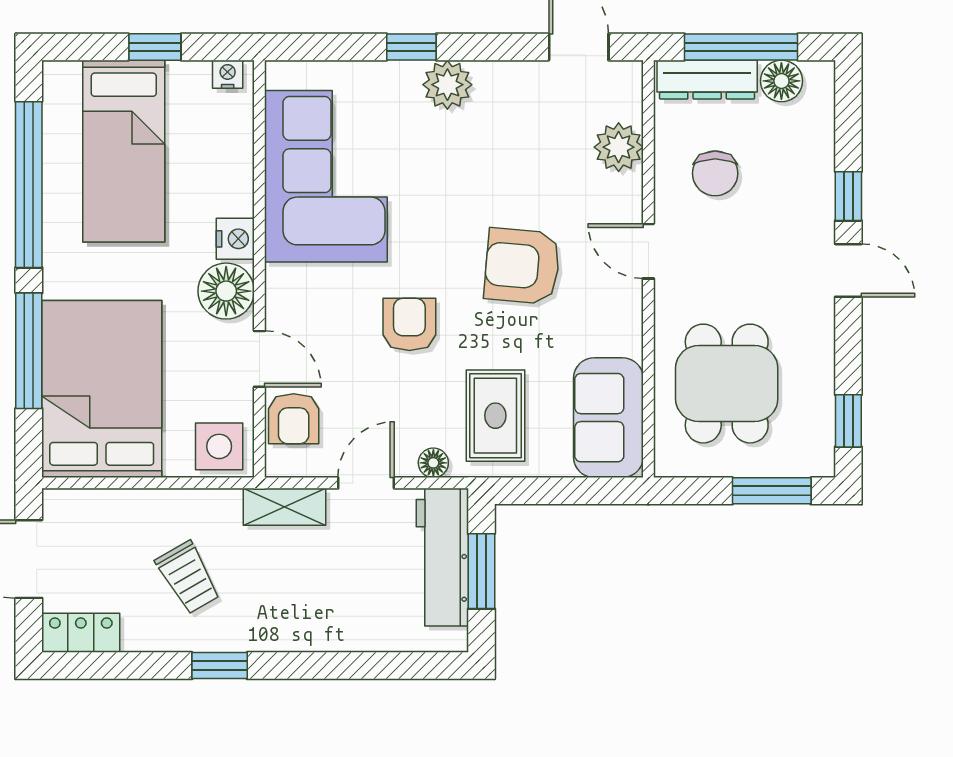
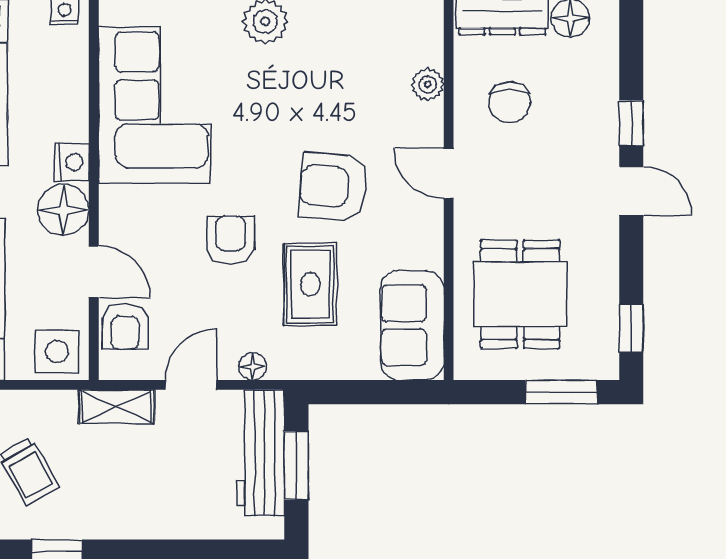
plant: (619, 147) -> (428, 84), width x0.73, depth x0.73
rug: (495, 416) -> (310, 284), moved

